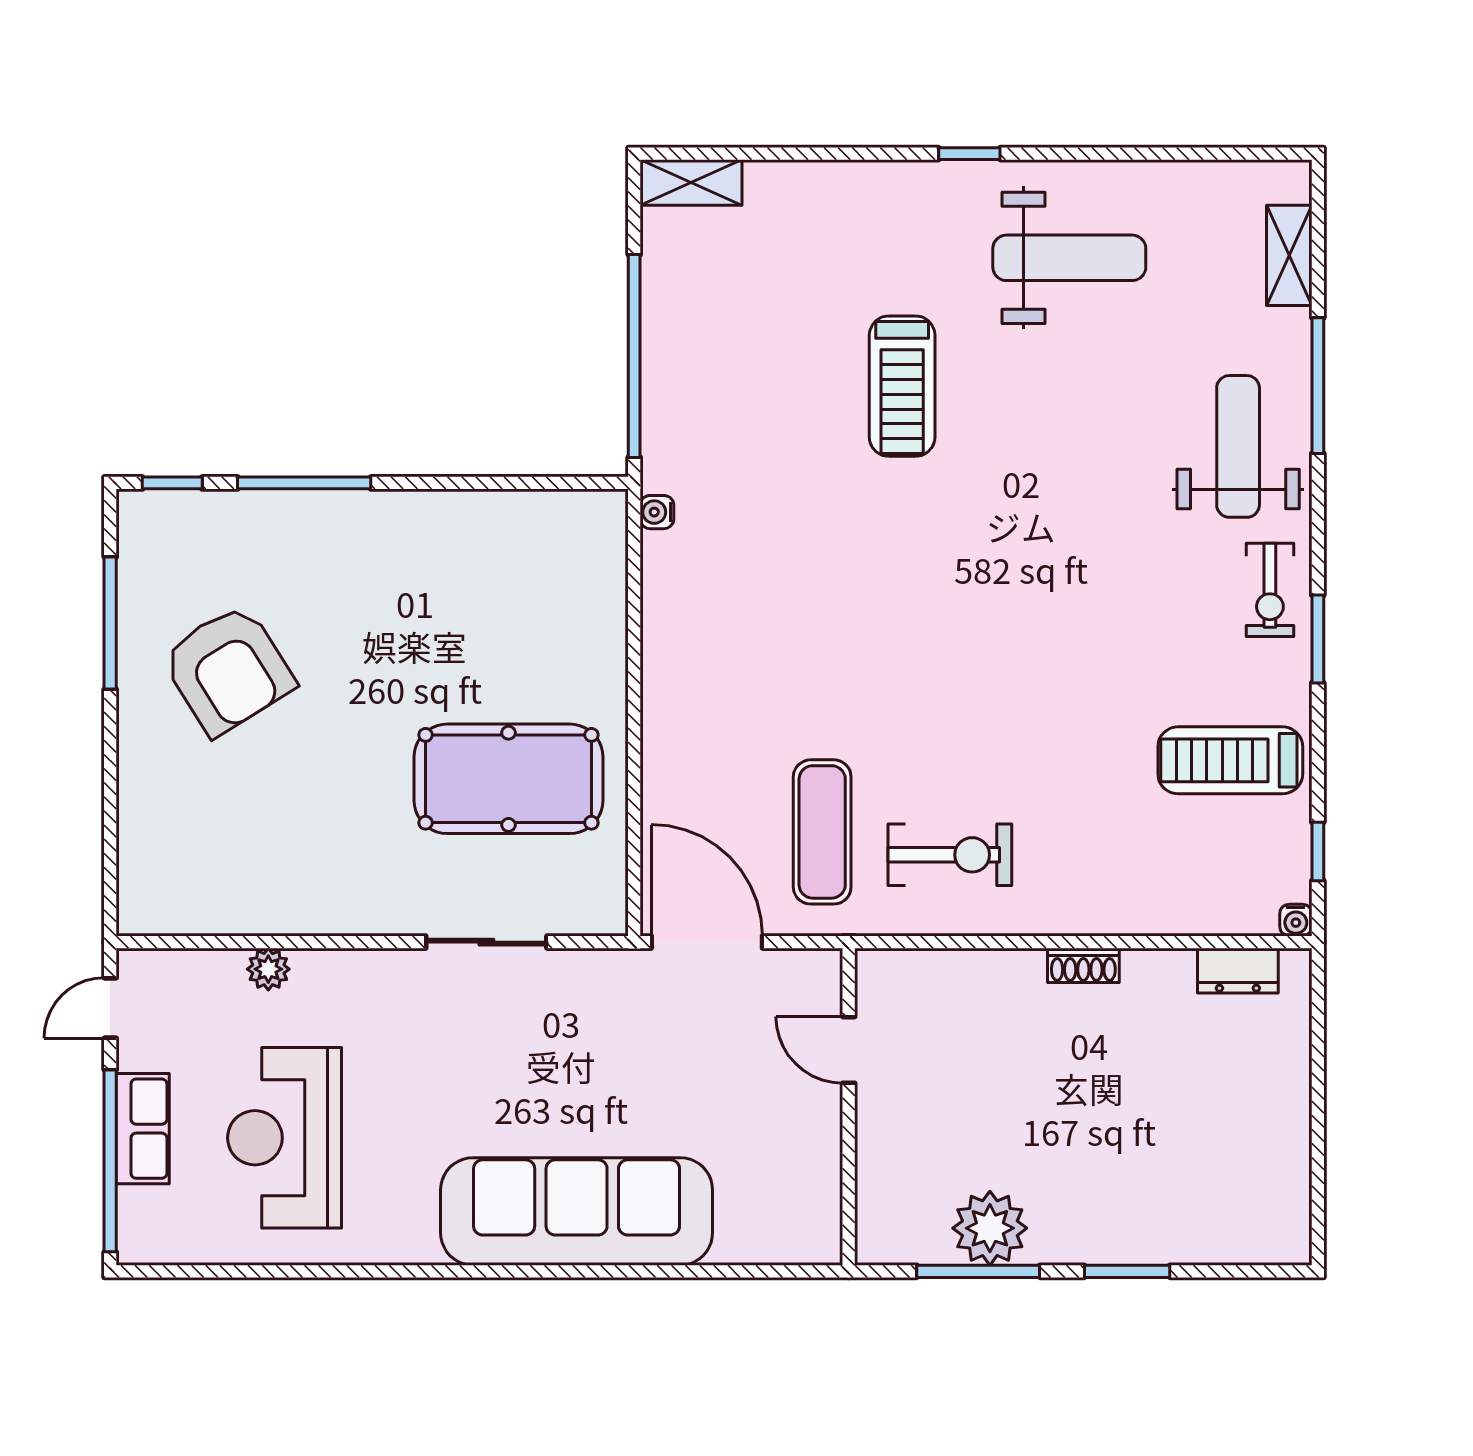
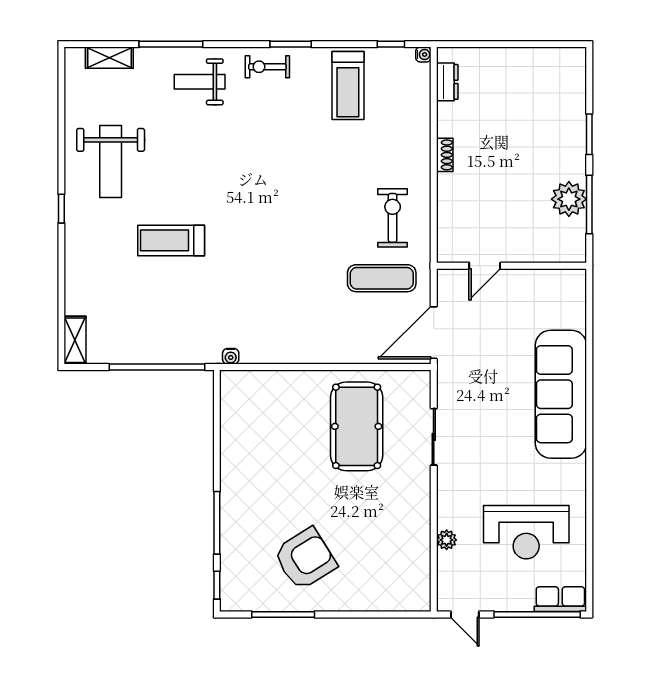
weight bench: (1069, 258) -> (111, 162), turned 180
treadmill: (902, 386) -> (171, 240), turned 180
weight bench: (1238, 446) -> (200, 82), width x0.73, depth x0.75
exercise bike: (1270, 590) -> (267, 67), turned 180
row of seats: (143, 1129) -> (560, 599), moved

